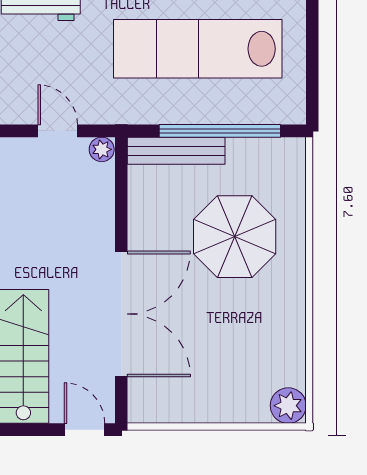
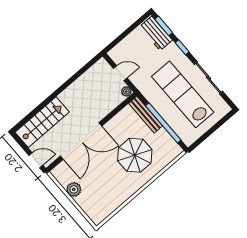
door: (58, 131) -> (120, 73), hinge flipped
plant: (288, 406) -> (74, 189), moved
door: (84, 430) -> (36, 160), hinge flipped

